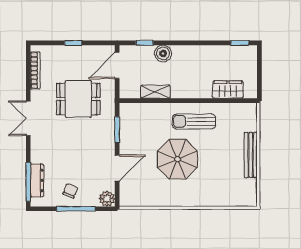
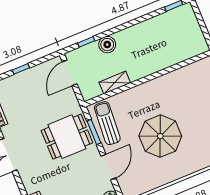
wardrobe: (228, 90) -> (180, 53), removed
dining table: (78, 99) -> (67, 137), moved
sun lounger: (194, 121) -> (107, 123), moved, turned 94

